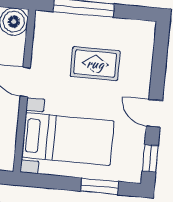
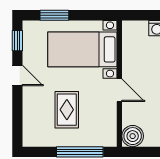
rug: (95, 64) -> (67, 110), turned 90

